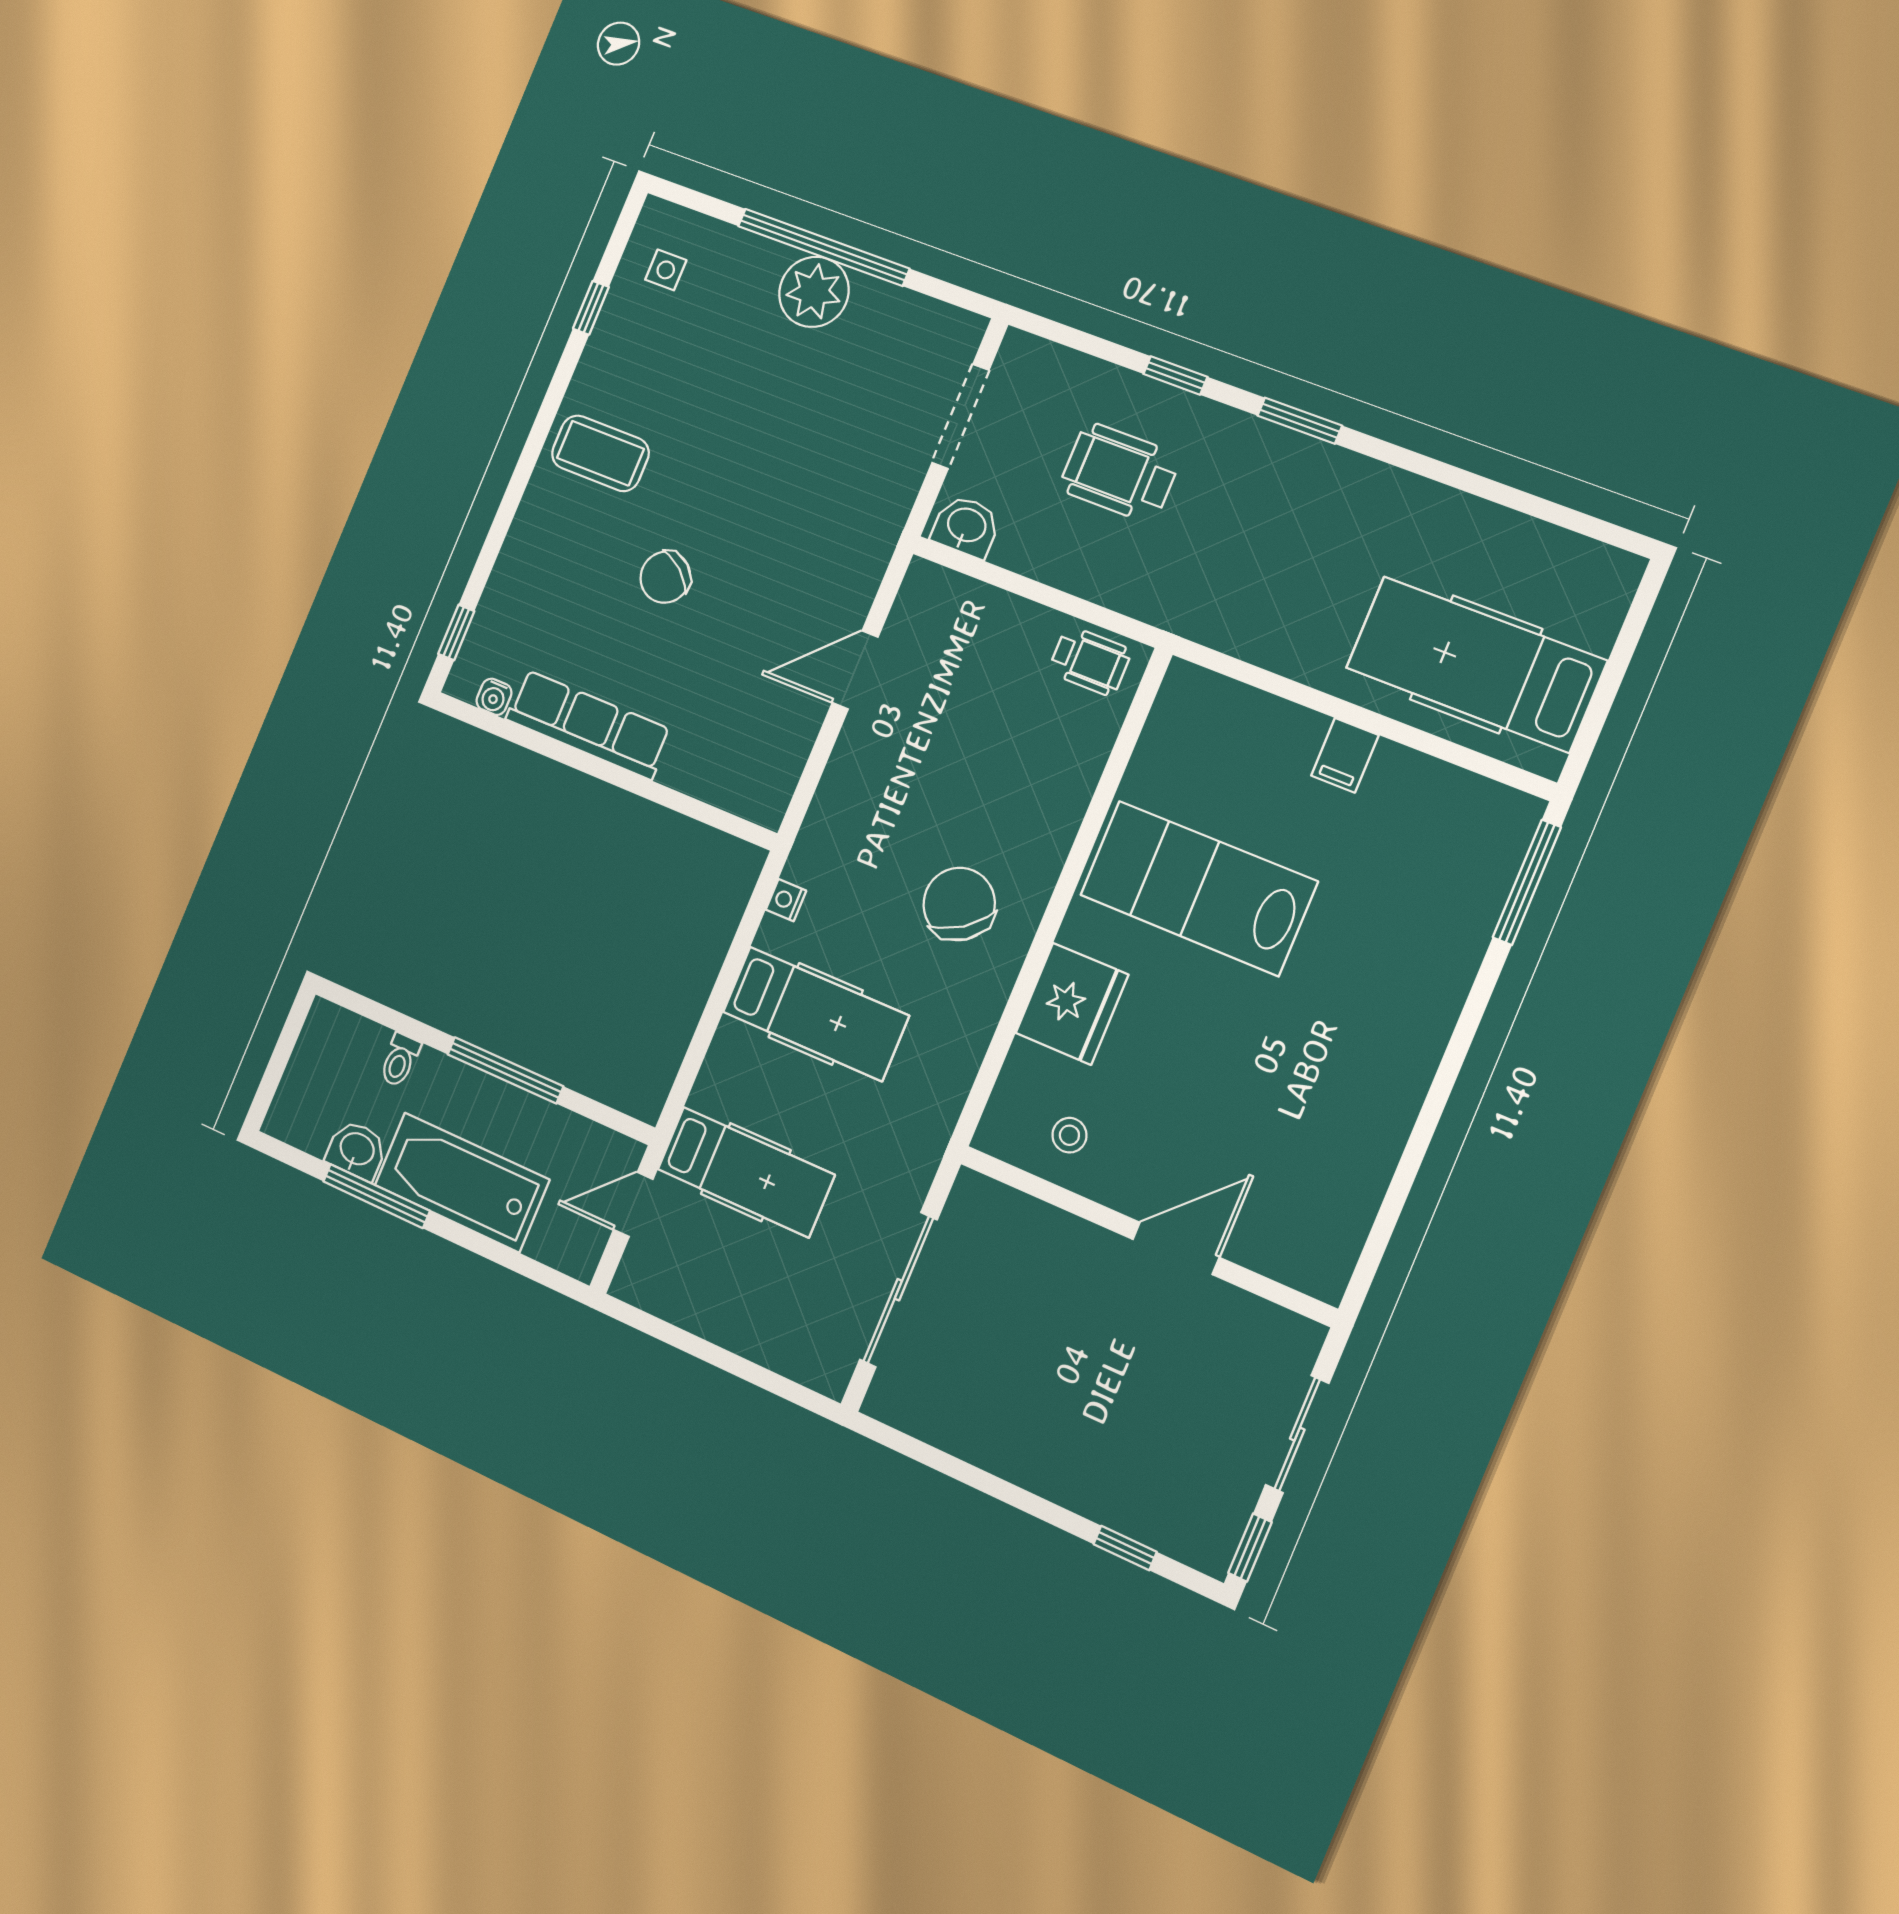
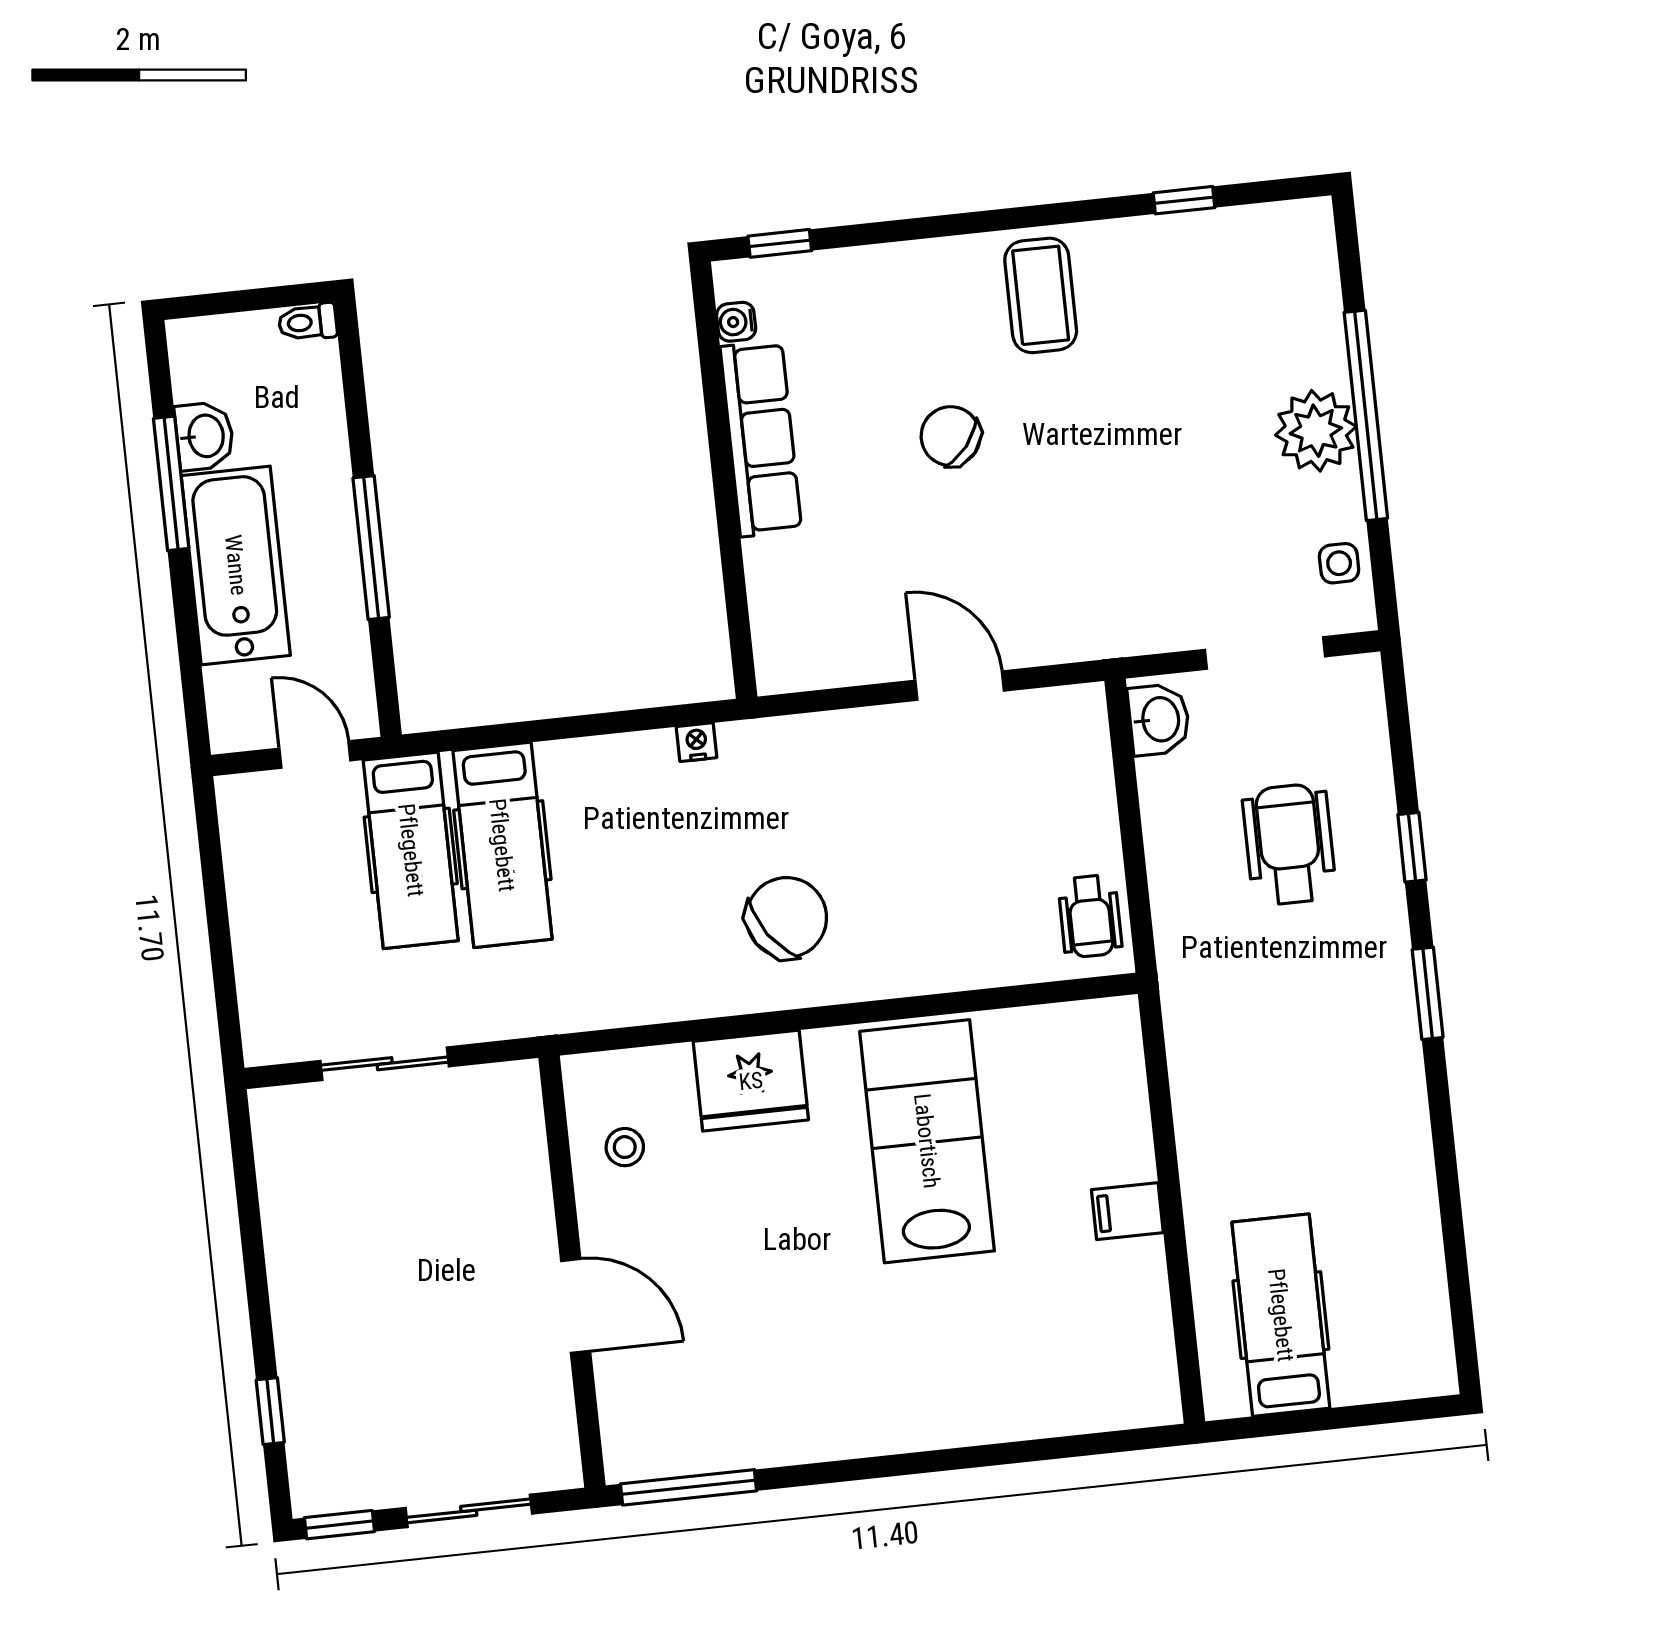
side table: (666, 270) -> (1339, 563), moved
hospital bed: (1476, 664) -> (1281, 1315), width x0.73, depth x0.78
window: (1527, 882) -> (688, 1487), moved
hospital bed: (816, 1014) -> (502, 845), moved
toilet: (400, 1060) -> (308, 322), moved
sliding door: (898, 1290) -> (385, 1064), width x0.73

